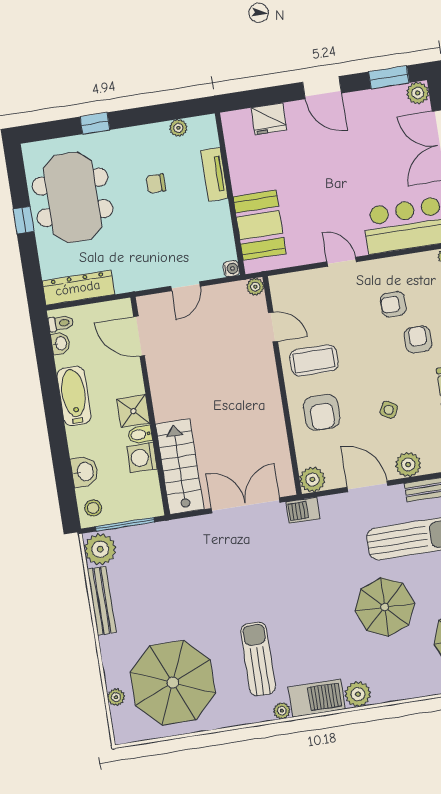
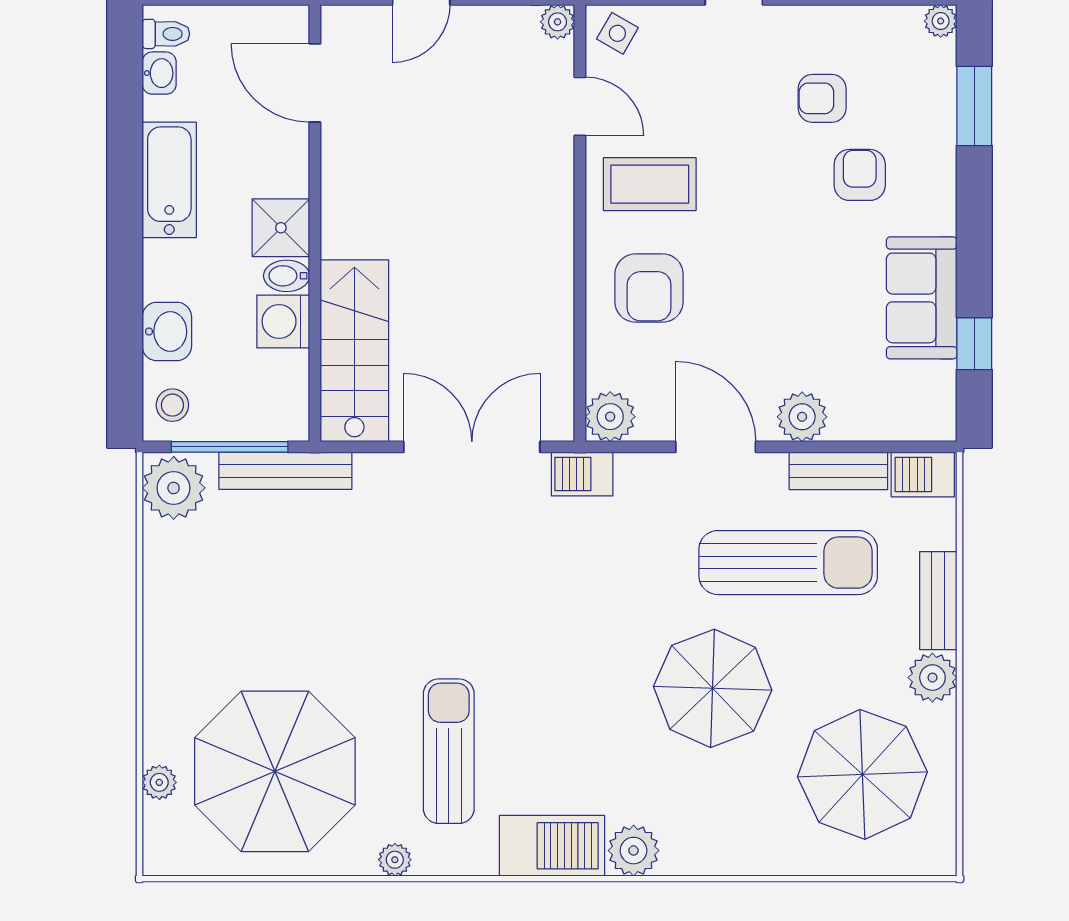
side table: (389, 410) -> (617, 33), moved
bench: (102, 601) -> (285, 471), moved, turned 90
plant: (282, 711) -> (395, 860), moved

